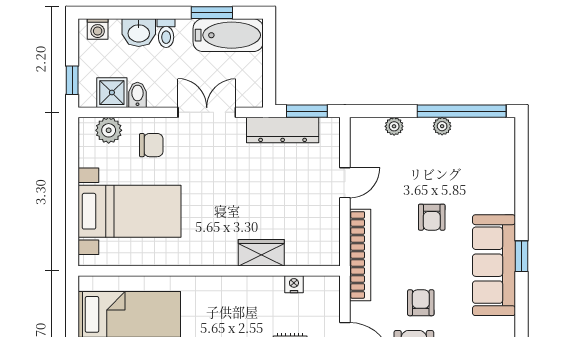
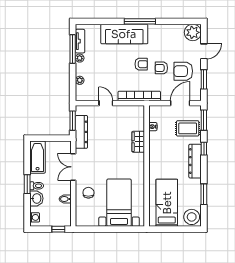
window: (212, 13) -> (27, 184), moved
shower: (112, 93) -> (64, 211), removed
window: (462, 111) -> (73, 49), width x0.68
tv unit: (479, 127) -> (80, 41), added
plant: (109, 130) -> (82, 212), removed
armchair: (432, 217) -> (141, 64), moved
window: (521, 256) -> (140, 21), width x2.17
sofa: (494, 265) -> (124, 34), moved

